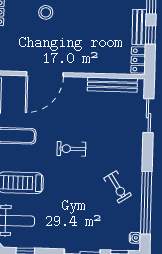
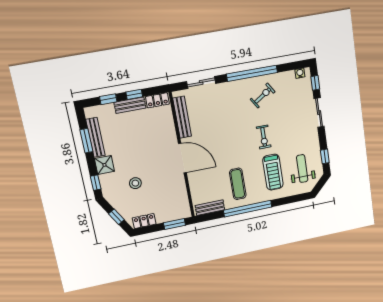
door: (45, 74) -> (182, 158), moved
exercise bike: (71, 149) -> (264, 137), moved
window: (146, 203) -> (252, 73), moved

